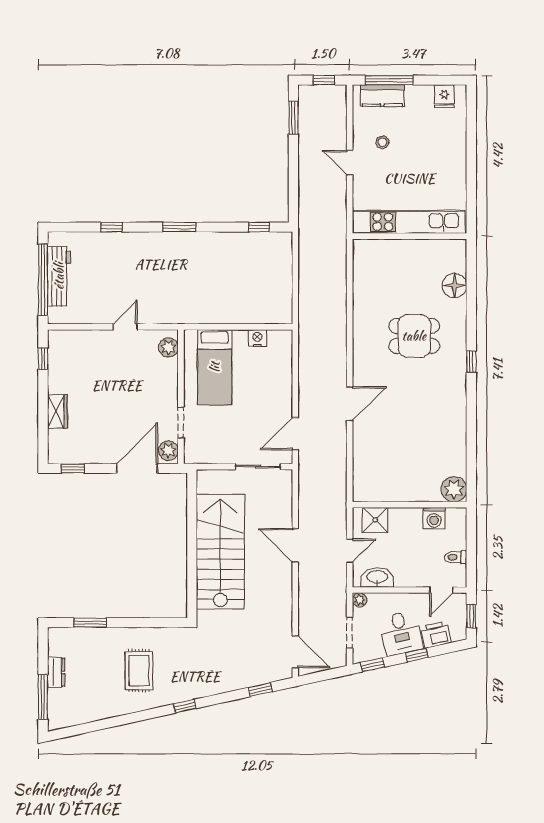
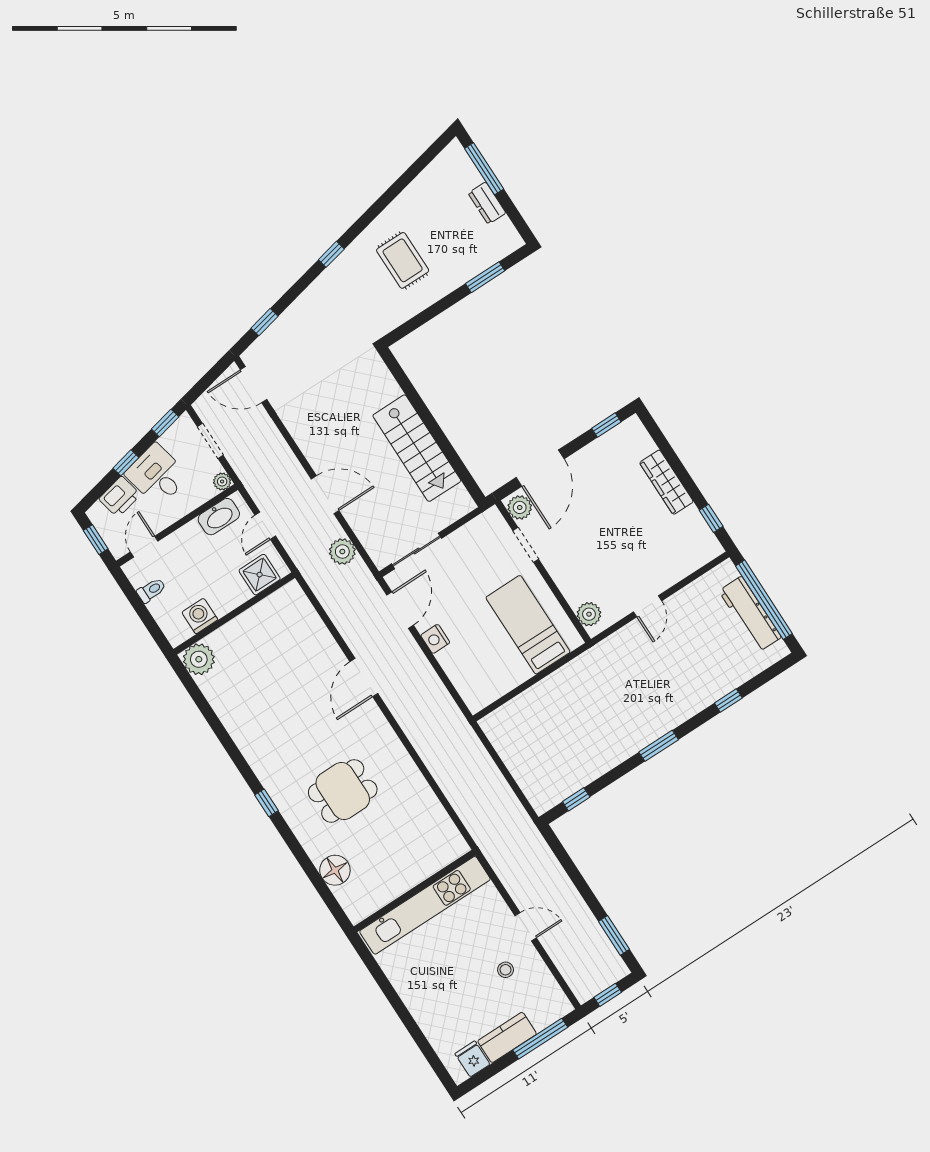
kitchen counter: (382, 96) -> (507, 1037), moved
nightstand: (257, 338) -> (435, 639), moved, turned 90
wardrobe: (57, 412) -> (666, 482), width x1.50
plant: (309, 499) -> (342, 552), added
stairs: (220, 552) -> (417, 448), width x0.73, depth x0.66

